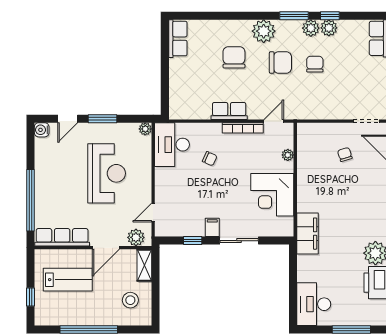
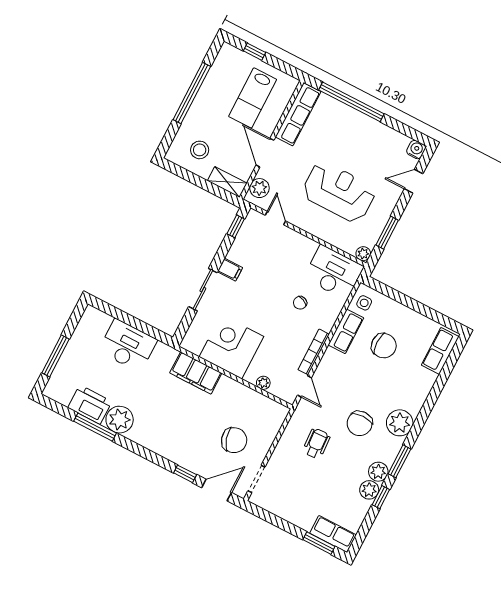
row of seats: (178, 39) -> (440, 351), moved, turned 90
chair: (234, 57) -> (384, 346), moved
chair: (315, 64) -> (340, 457), removed
wheelchair: (314, 88) -> (316, 443), added
side table: (184, 108) -> (364, 303), added
row of seats: (229, 111) -> (346, 331), moved
door: (68, 119) -> (414, 181), hinge flipped
window: (102, 119) -> (387, 233), moved
chair: (345, 154) -> (234, 440), width x1.87, depth x1.87
reception desk: (107, 173) -> (339, 192), turned 180
filing cabinet: (308, 234) -> (196, 373), moved
window: (193, 241) -> (236, 226), moved
desk: (314, 304) -> (128, 345), moved

